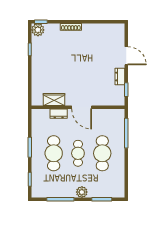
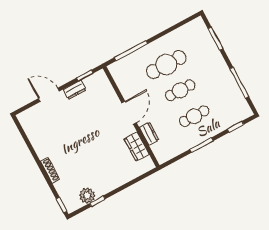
plant: (38, 30) -> (87, 196), moved
door: (126, 56) -> (49, 95), hinge flipped
cafe table: (54, 153) -> (194, 116), width x0.73, depth x0.74
plant: (82, 192) -> (219, 64), removed

